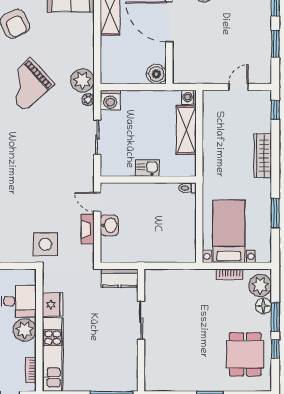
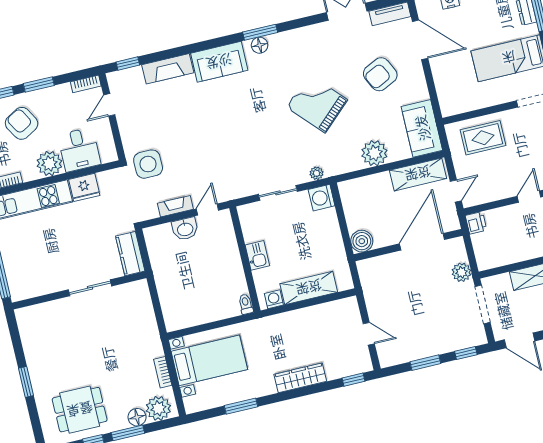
plant: (82, 81) -> (374, 153), moved
washing machine: (189, 97) -> (274, 299), moved

